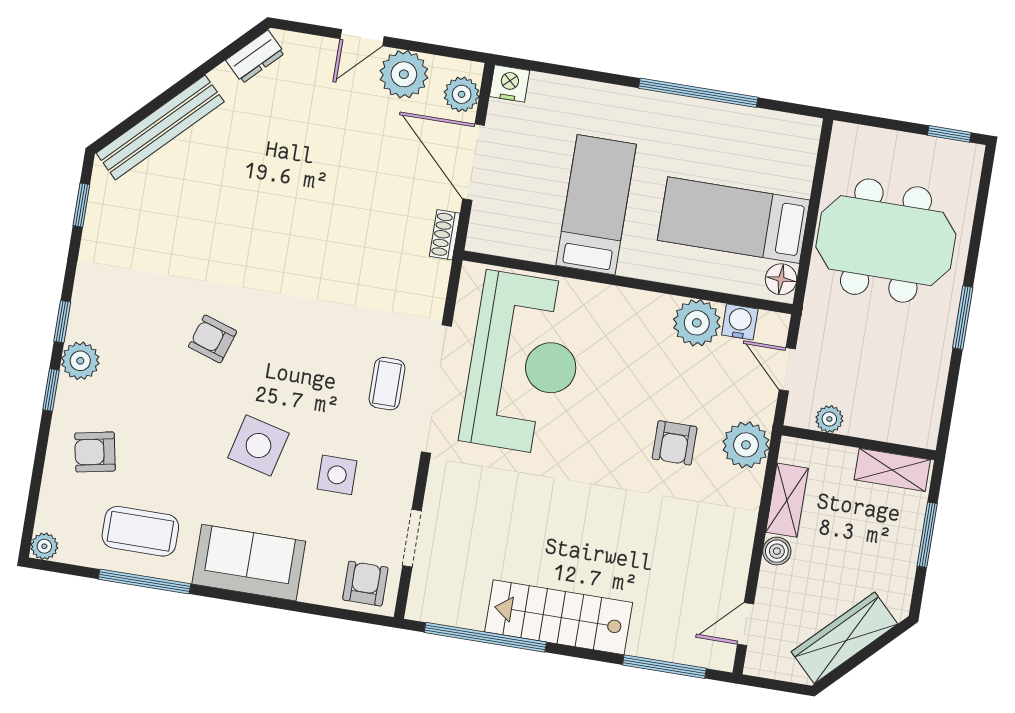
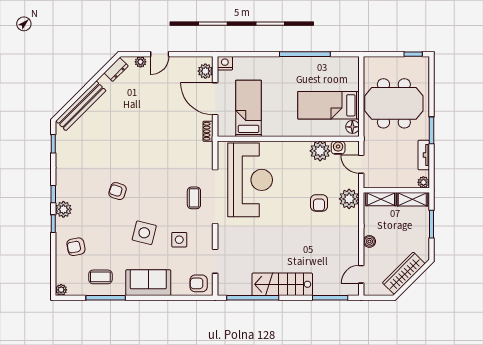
plant: (404, 74) -> (141, 62), moved, width x0.53, depth x0.53
bed: (596, 205) -> (249, 108), moved
tv unit: (935, 371) -> (424, 155), added
plant: (829, 419) -> (423, 182), moved
shelving: (787, 500) -> (381, 199), moved, turned 90
coffee table: (140, 531) -> (100, 277), width x0.73, depth x0.77
armchair: (365, 584) -> (199, 283), turned -90

